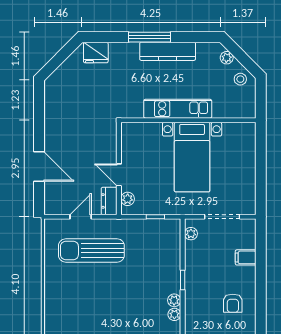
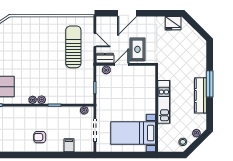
fridge: (96, 52) -> (173, 23), moved, turned -90
rug: (95, 150) -> (137, 49), added
bed with nightstands: (192, 157) -> (133, 133), moved

